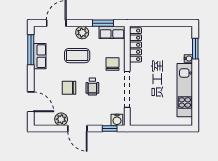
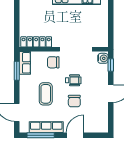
plant: (82, 33) -> (25, 89), removed
row of seats: (40, 56) -> (46, 127), width x1.48
door: (31, 102) -> (75, 135), moved
plant: (61, 119) -> (102, 108), removed

